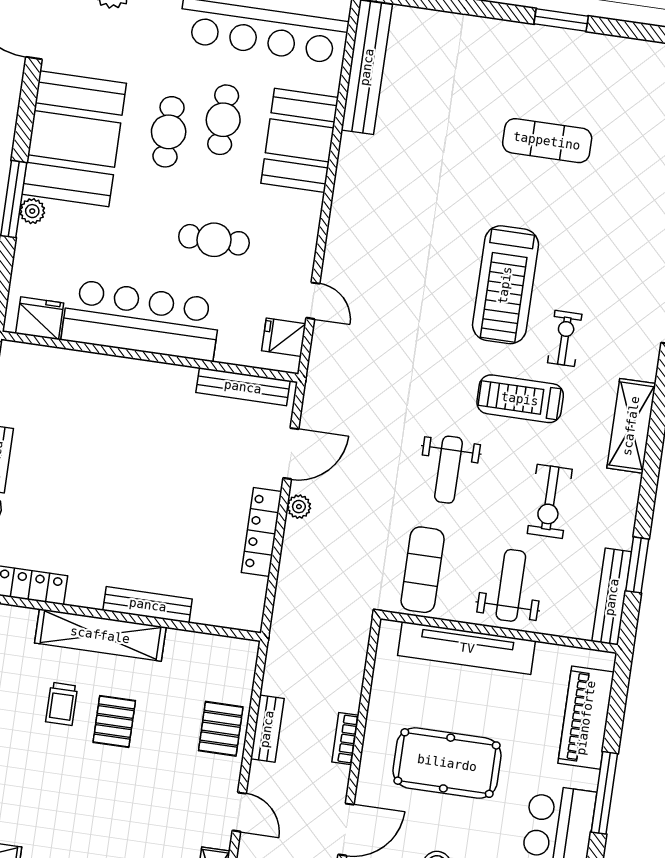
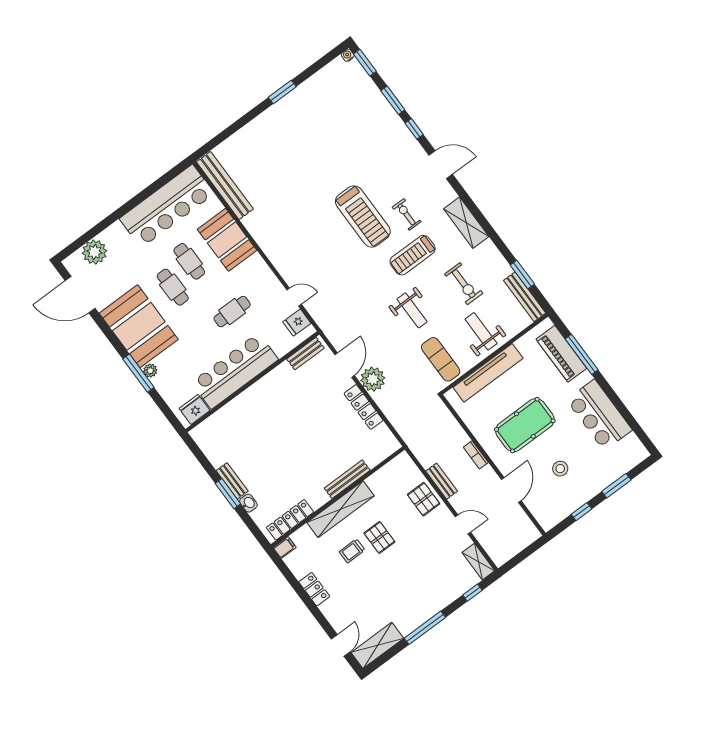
exercise mat: (547, 141) -> (323, 144), removed
bench: (243, 387) -> (305, 354), width x0.73
plant: (299, 507) -> (373, 379), width x1.88, depth x1.88
trolley: (62, 704) -> (352, 551), turned 89
window: (604, 793) -> (582, 354), moved

